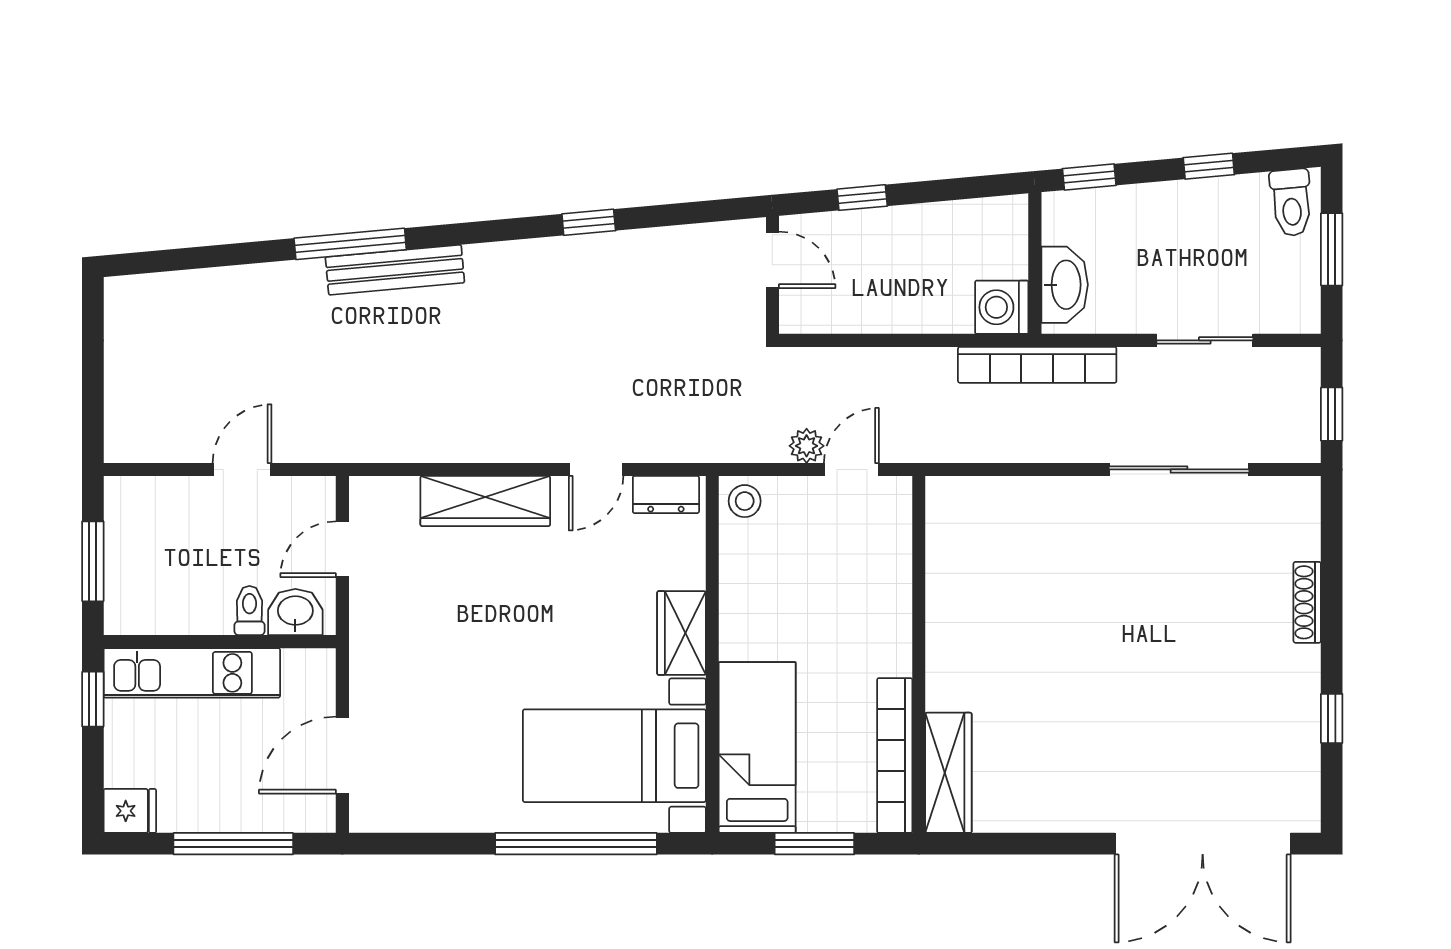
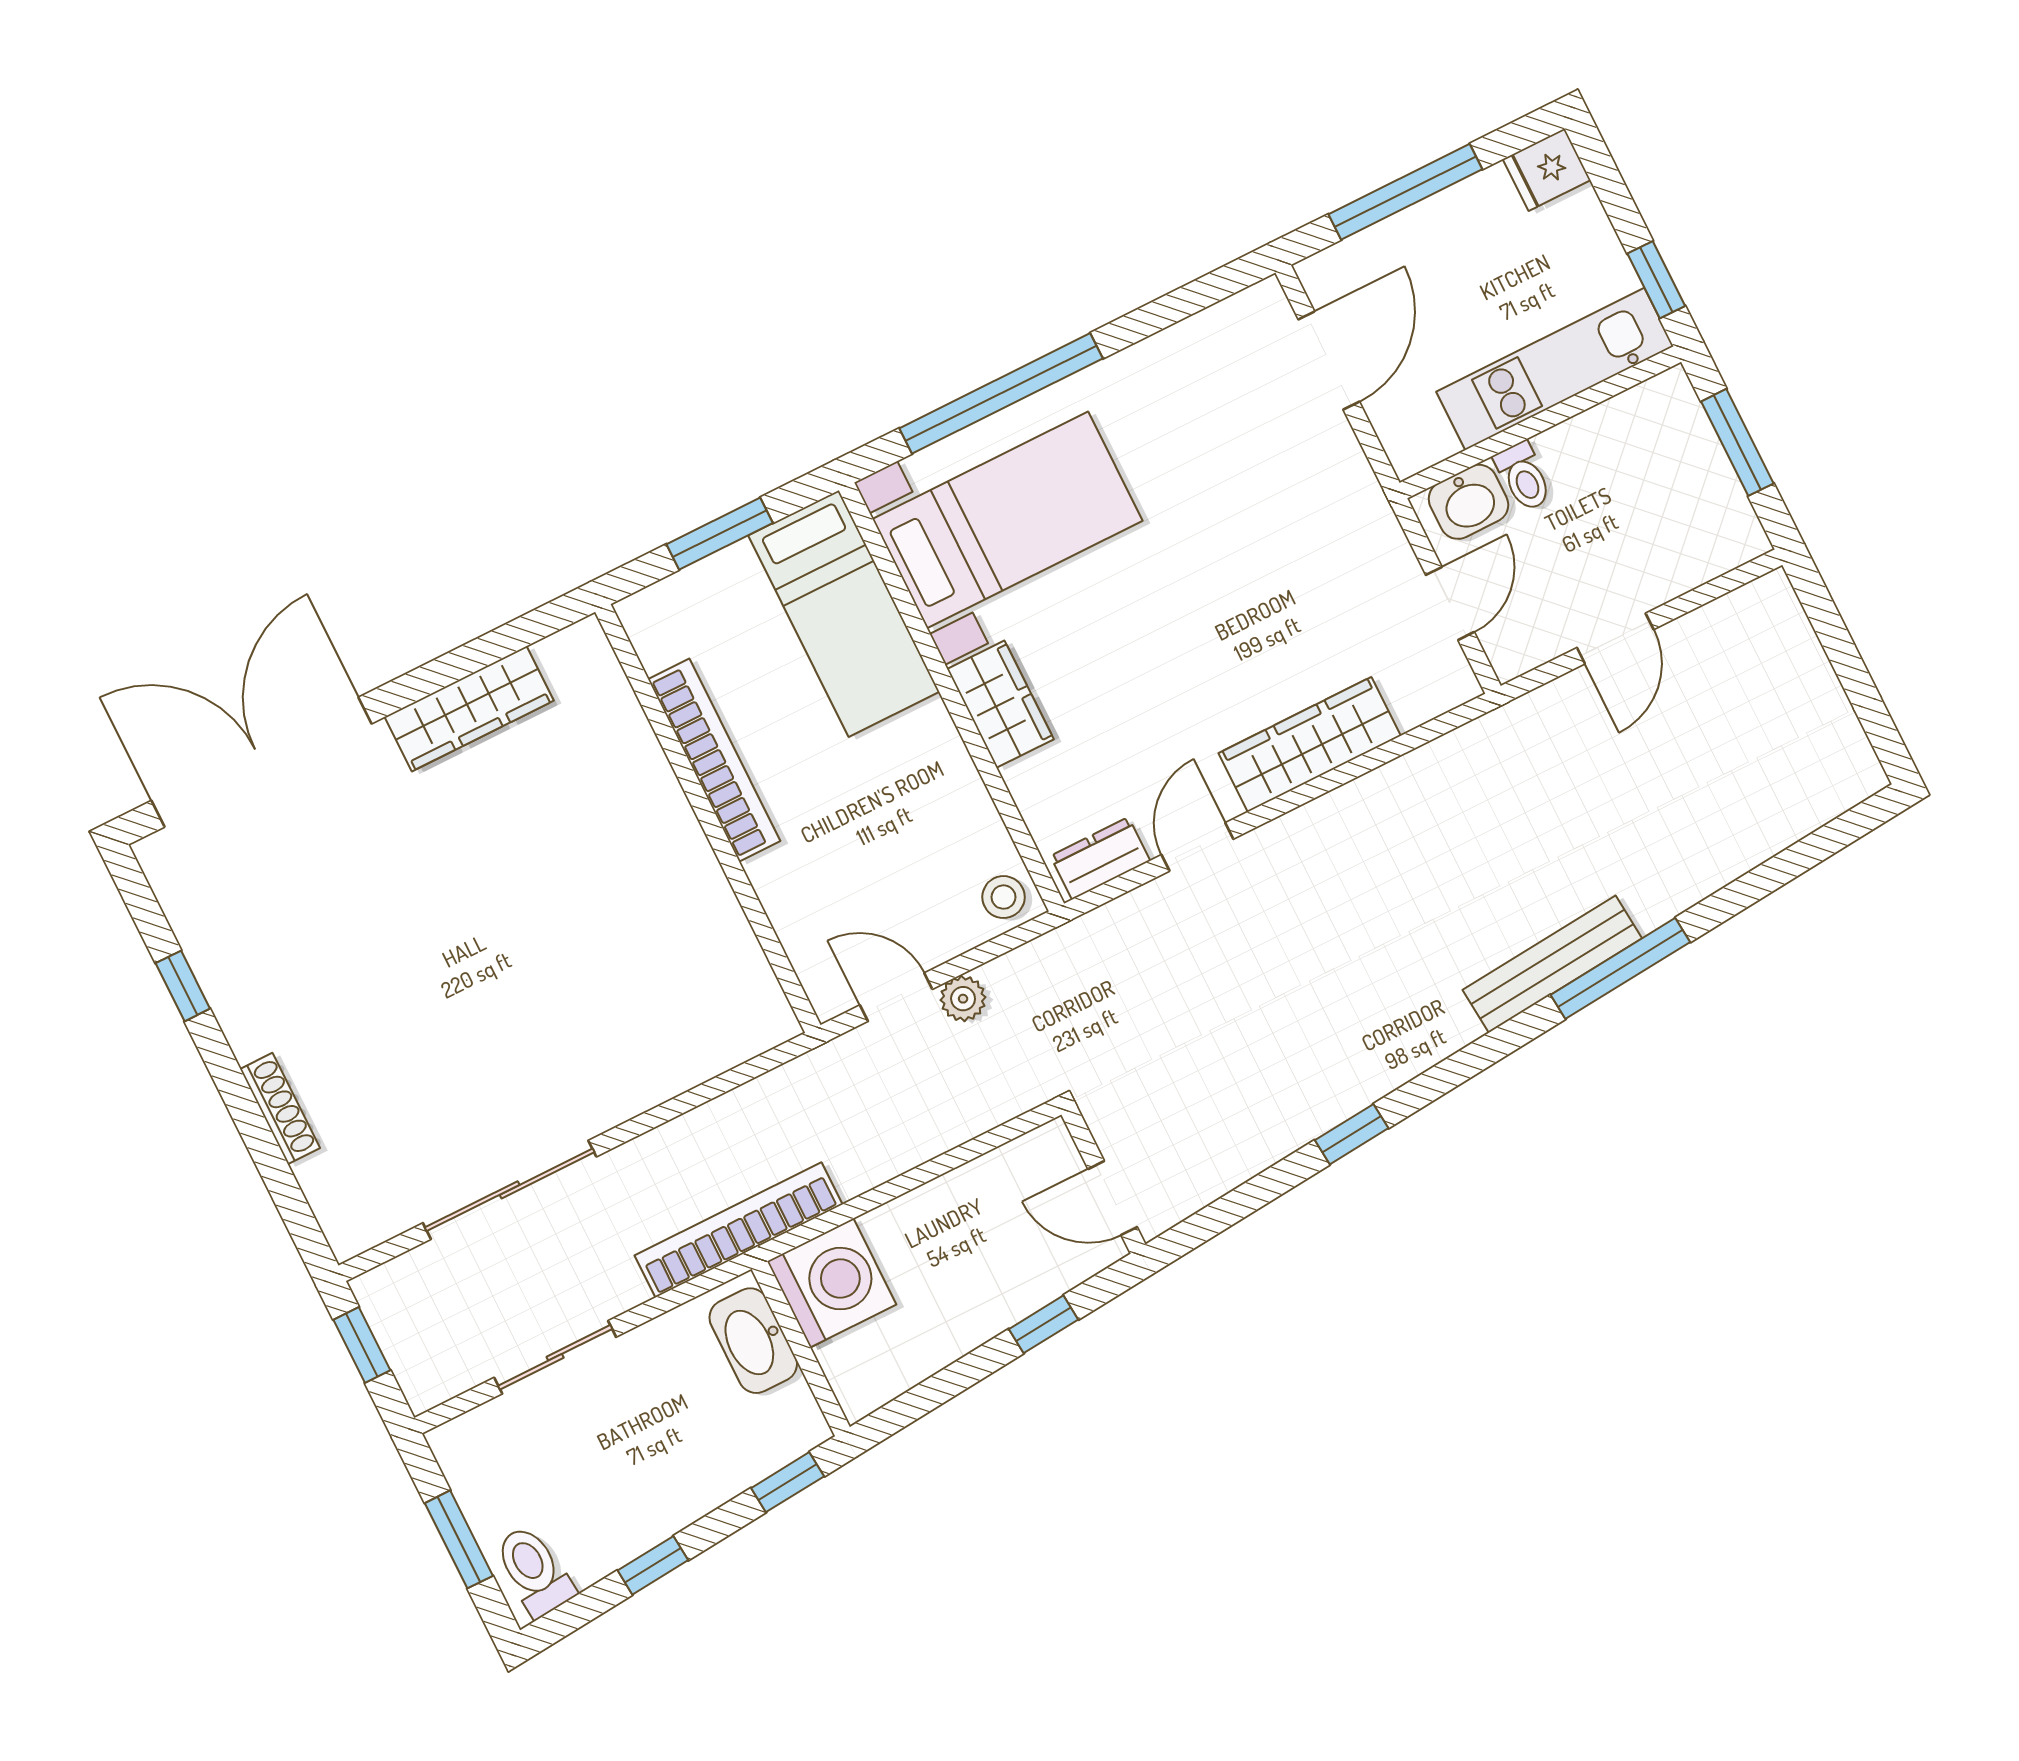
washing machine: (1002, 307) -> (832, 1283), width x1.37, depth x1.37
door: (851, 469) -> (896, 997), swing flipped
bookcase: (895, 756) -> (714, 760), moved
wardrobe: (948, 773) -> (469, 709), moved, turned -90

